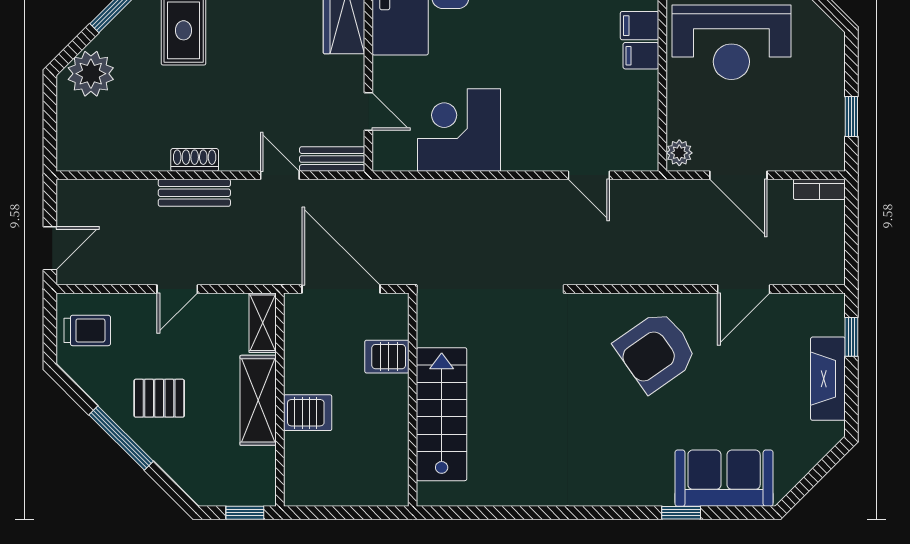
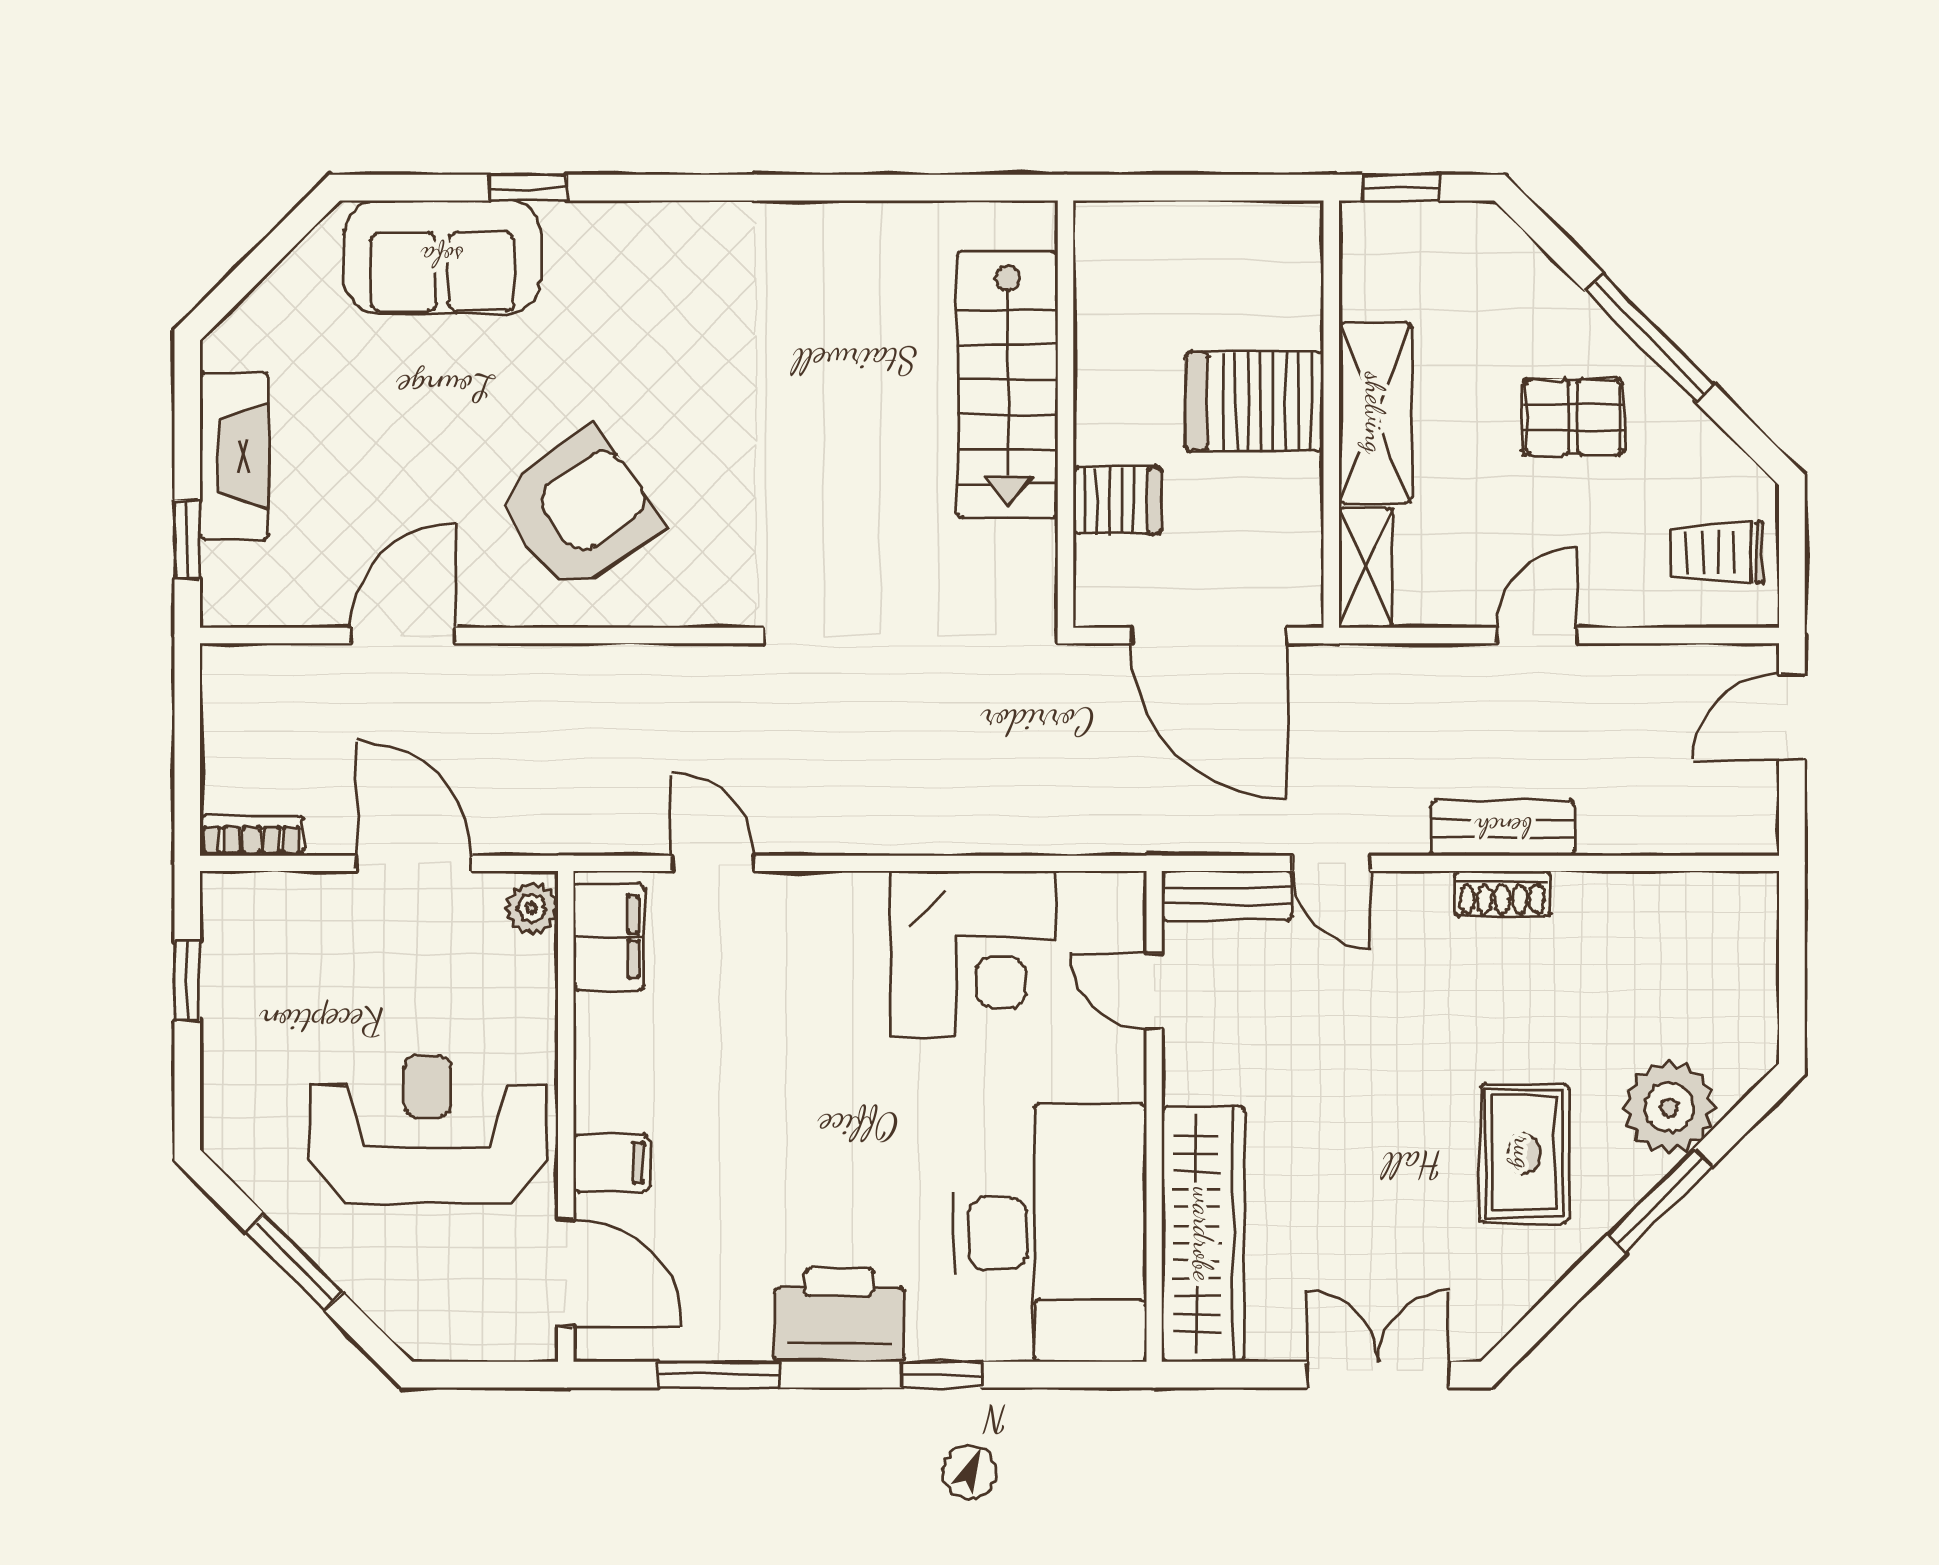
filing cabinet: (641, 56) -> (609, 937), moved, width x2.00
plant: (91, 74) -> (1669, 1108), moved
server rack: (308, 413) -> (1255, 401), width x1.36, depth x1.44

